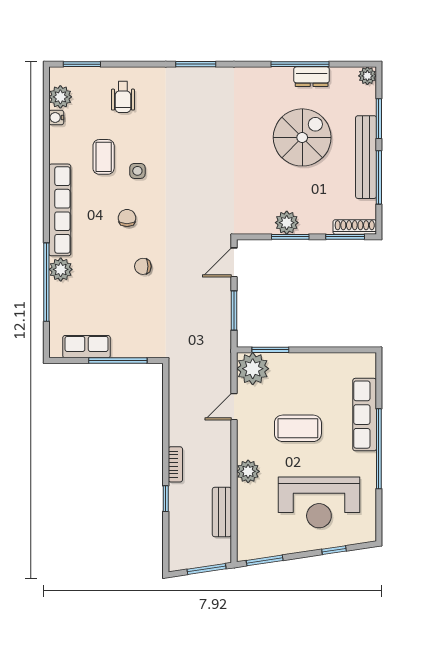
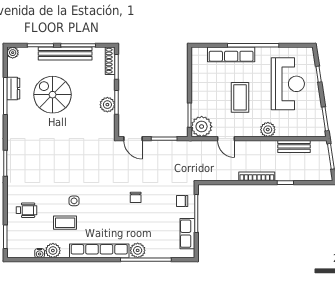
plant: (60, 97) -> (53, 251), moved
chair: (127, 218) -> (182, 201), moved
bookcase: (175, 464) -> (257, 176), width x1.56

